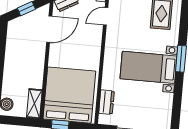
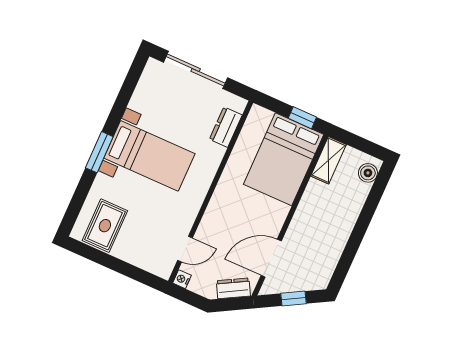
bed: (69, 95) -> (284, 159), width x0.73

